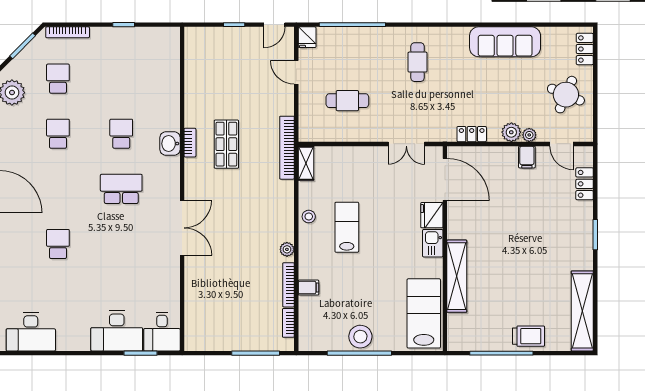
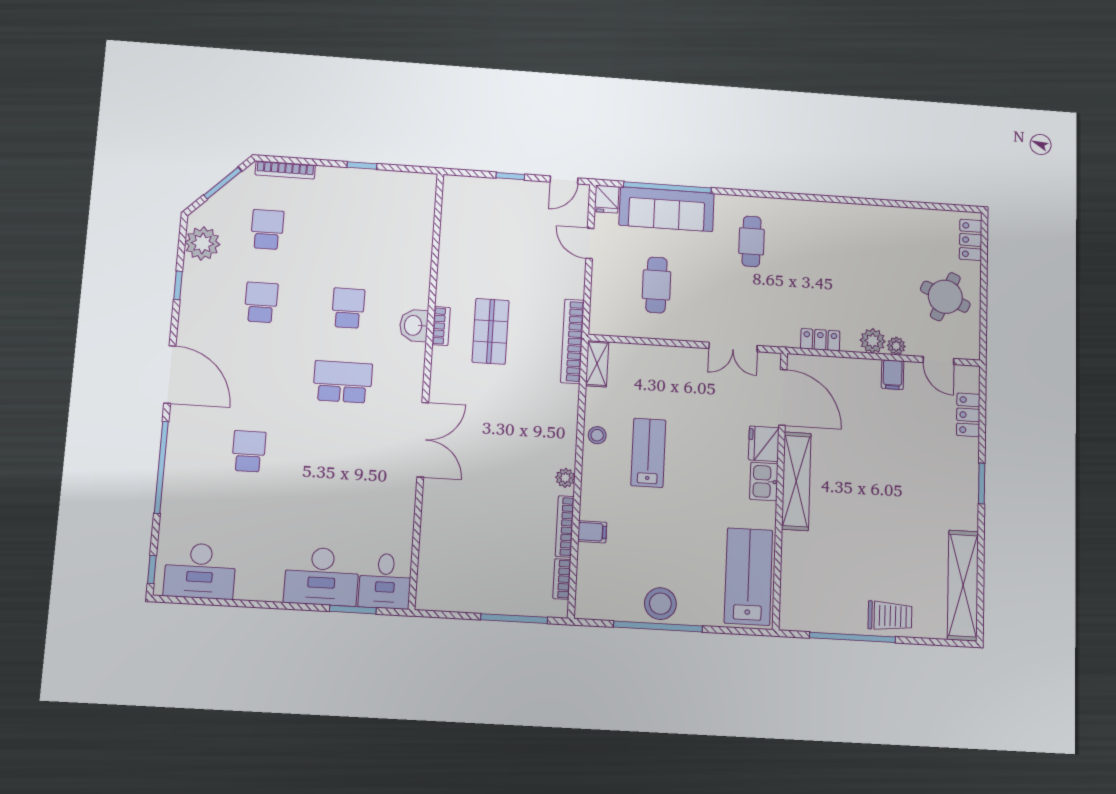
sofa: (505, 42) -> (667, 209), moved
cafe table: (347, 101) -> (656, 285), turned 90
shelving: (457, 276) -> (796, 481), moved

